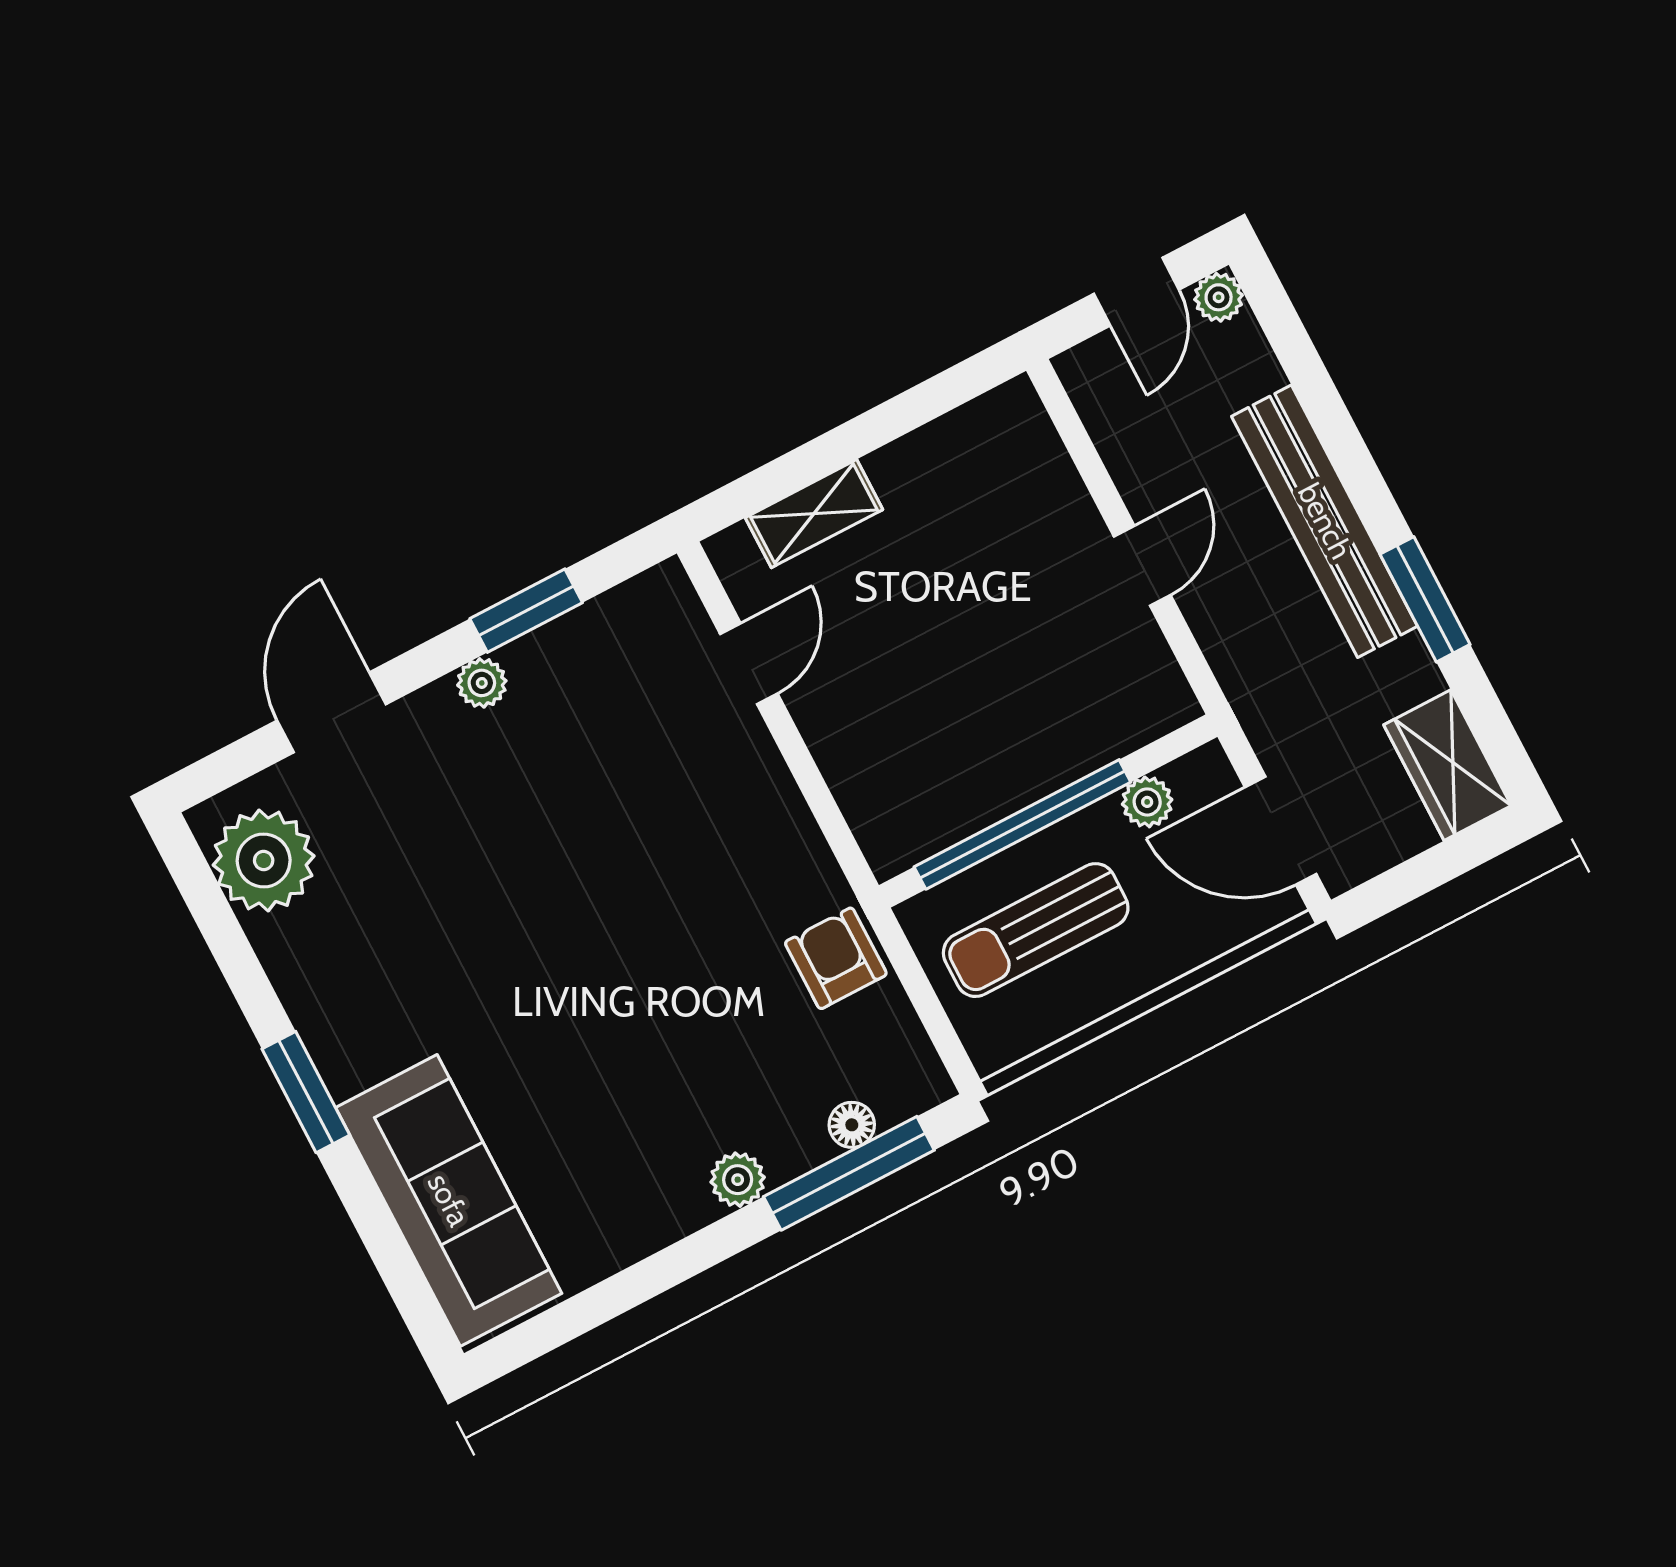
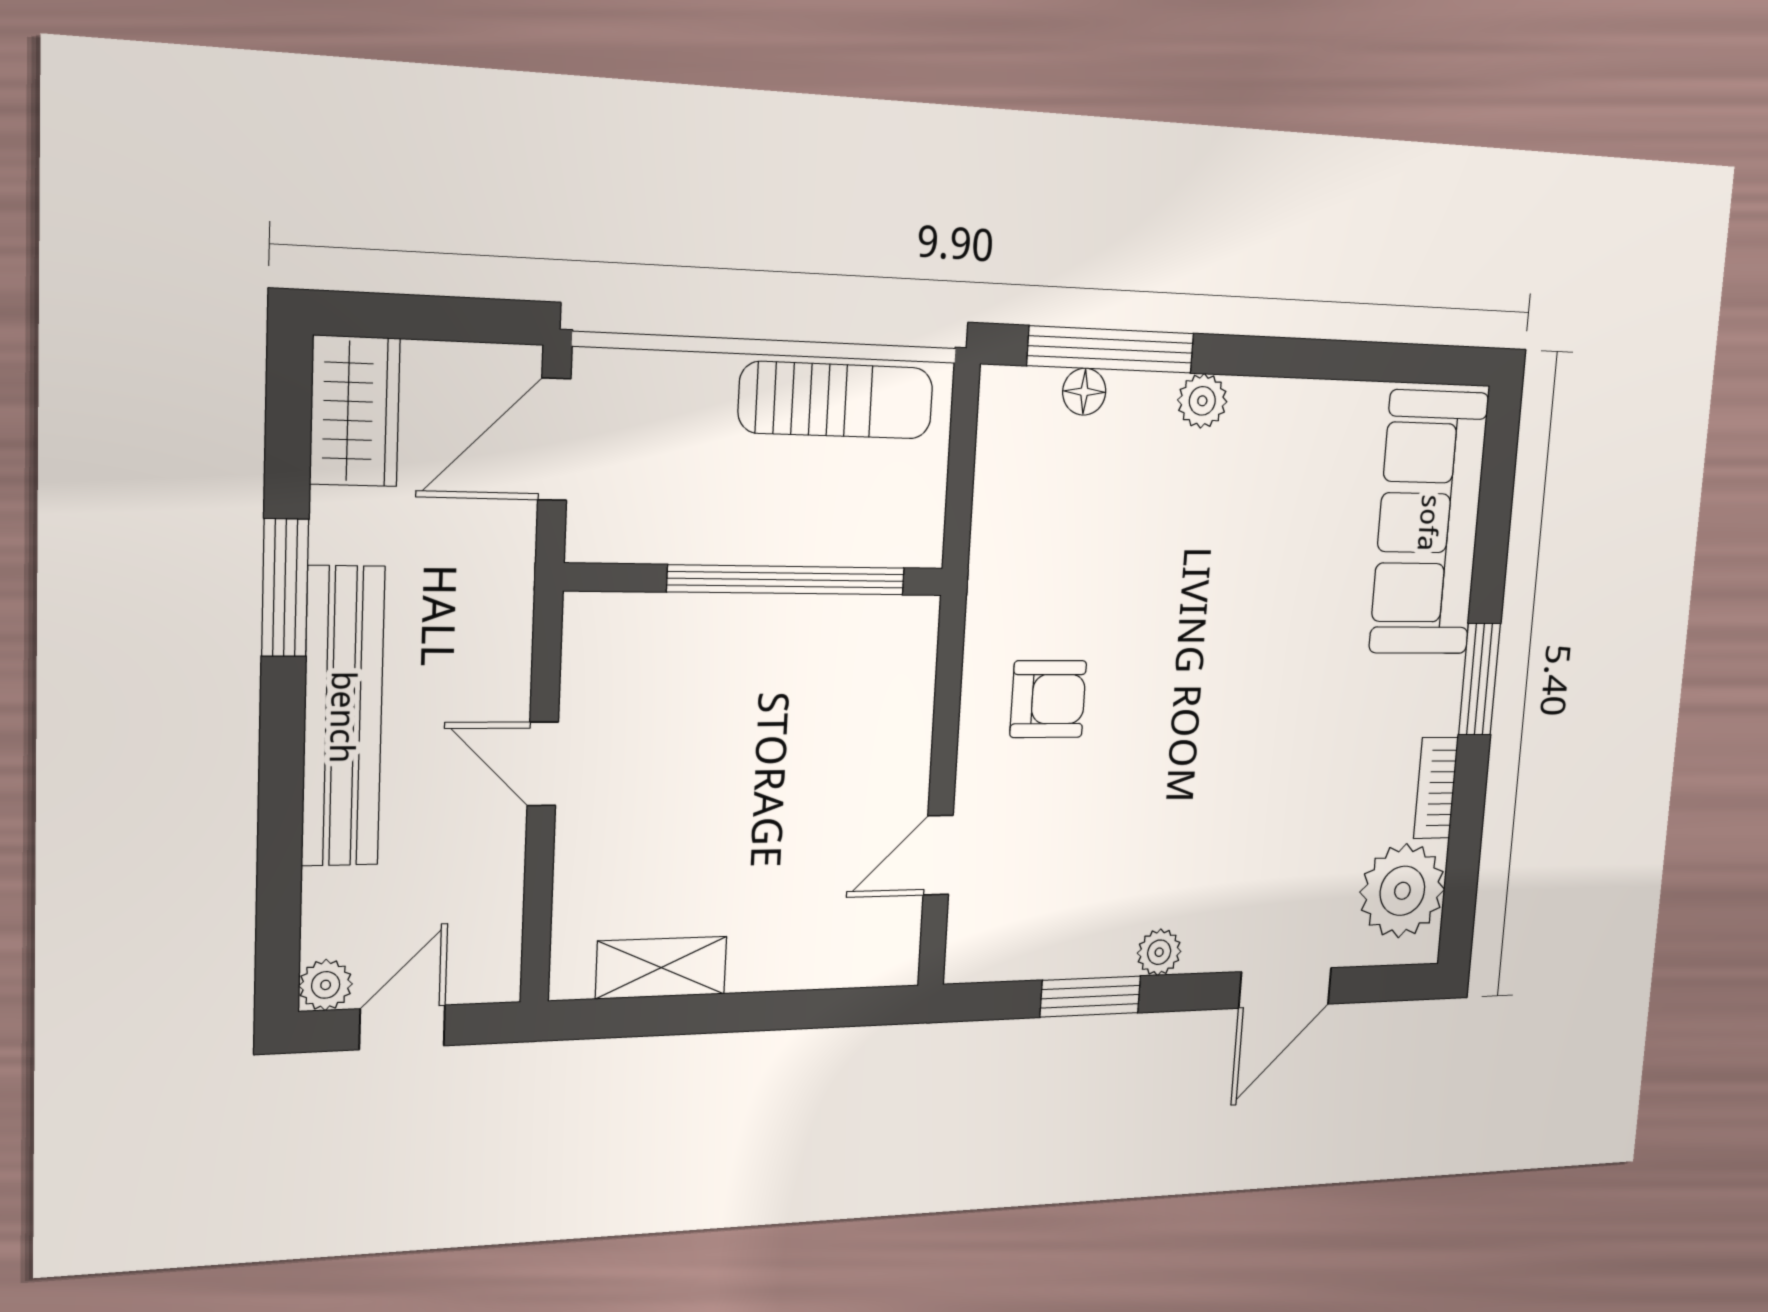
shelving: (814, 514) -> (661, 968), moved
door: (1142, 566) -> (543, 764), hinge flipped
plant: (1147, 802) -> (663, 537), removed
door: (1281, 831) -> (554, 439), swing flipped
sun lounger: (1036, 930) -> (836, 400), moved
armchair: (836, 958) -> (1048, 699), moved, turned -90
bookcase: (288, 971) -> (1436, 788), added

